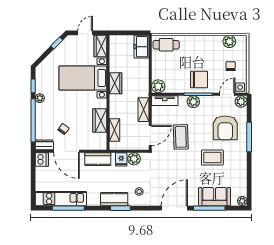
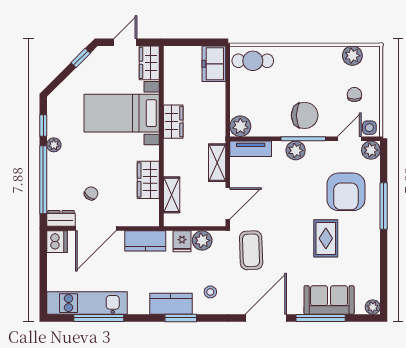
coffee table: (181, 137) -> (251, 250), moved
door: (66, 151) -> (96, 229), hinge flipped
rug: (212, 158) -> (326, 238), turned 90

